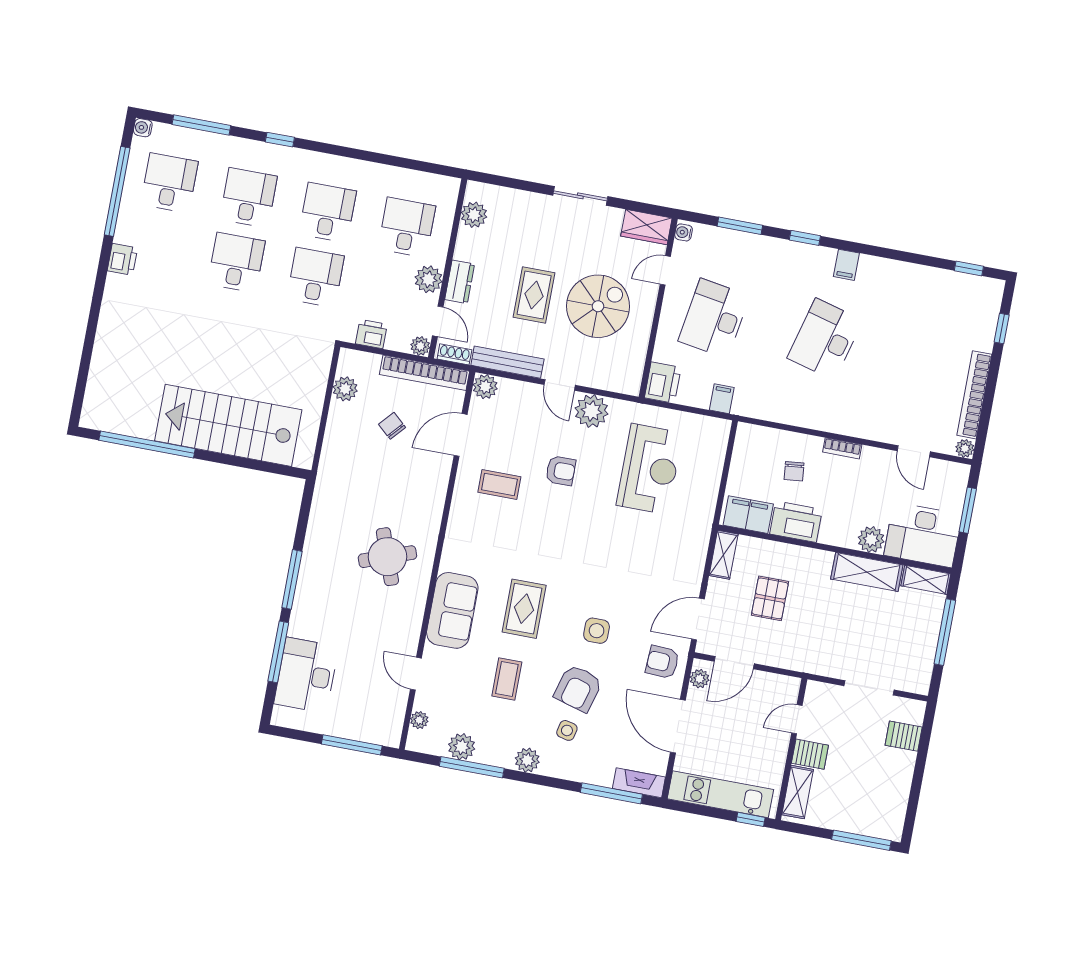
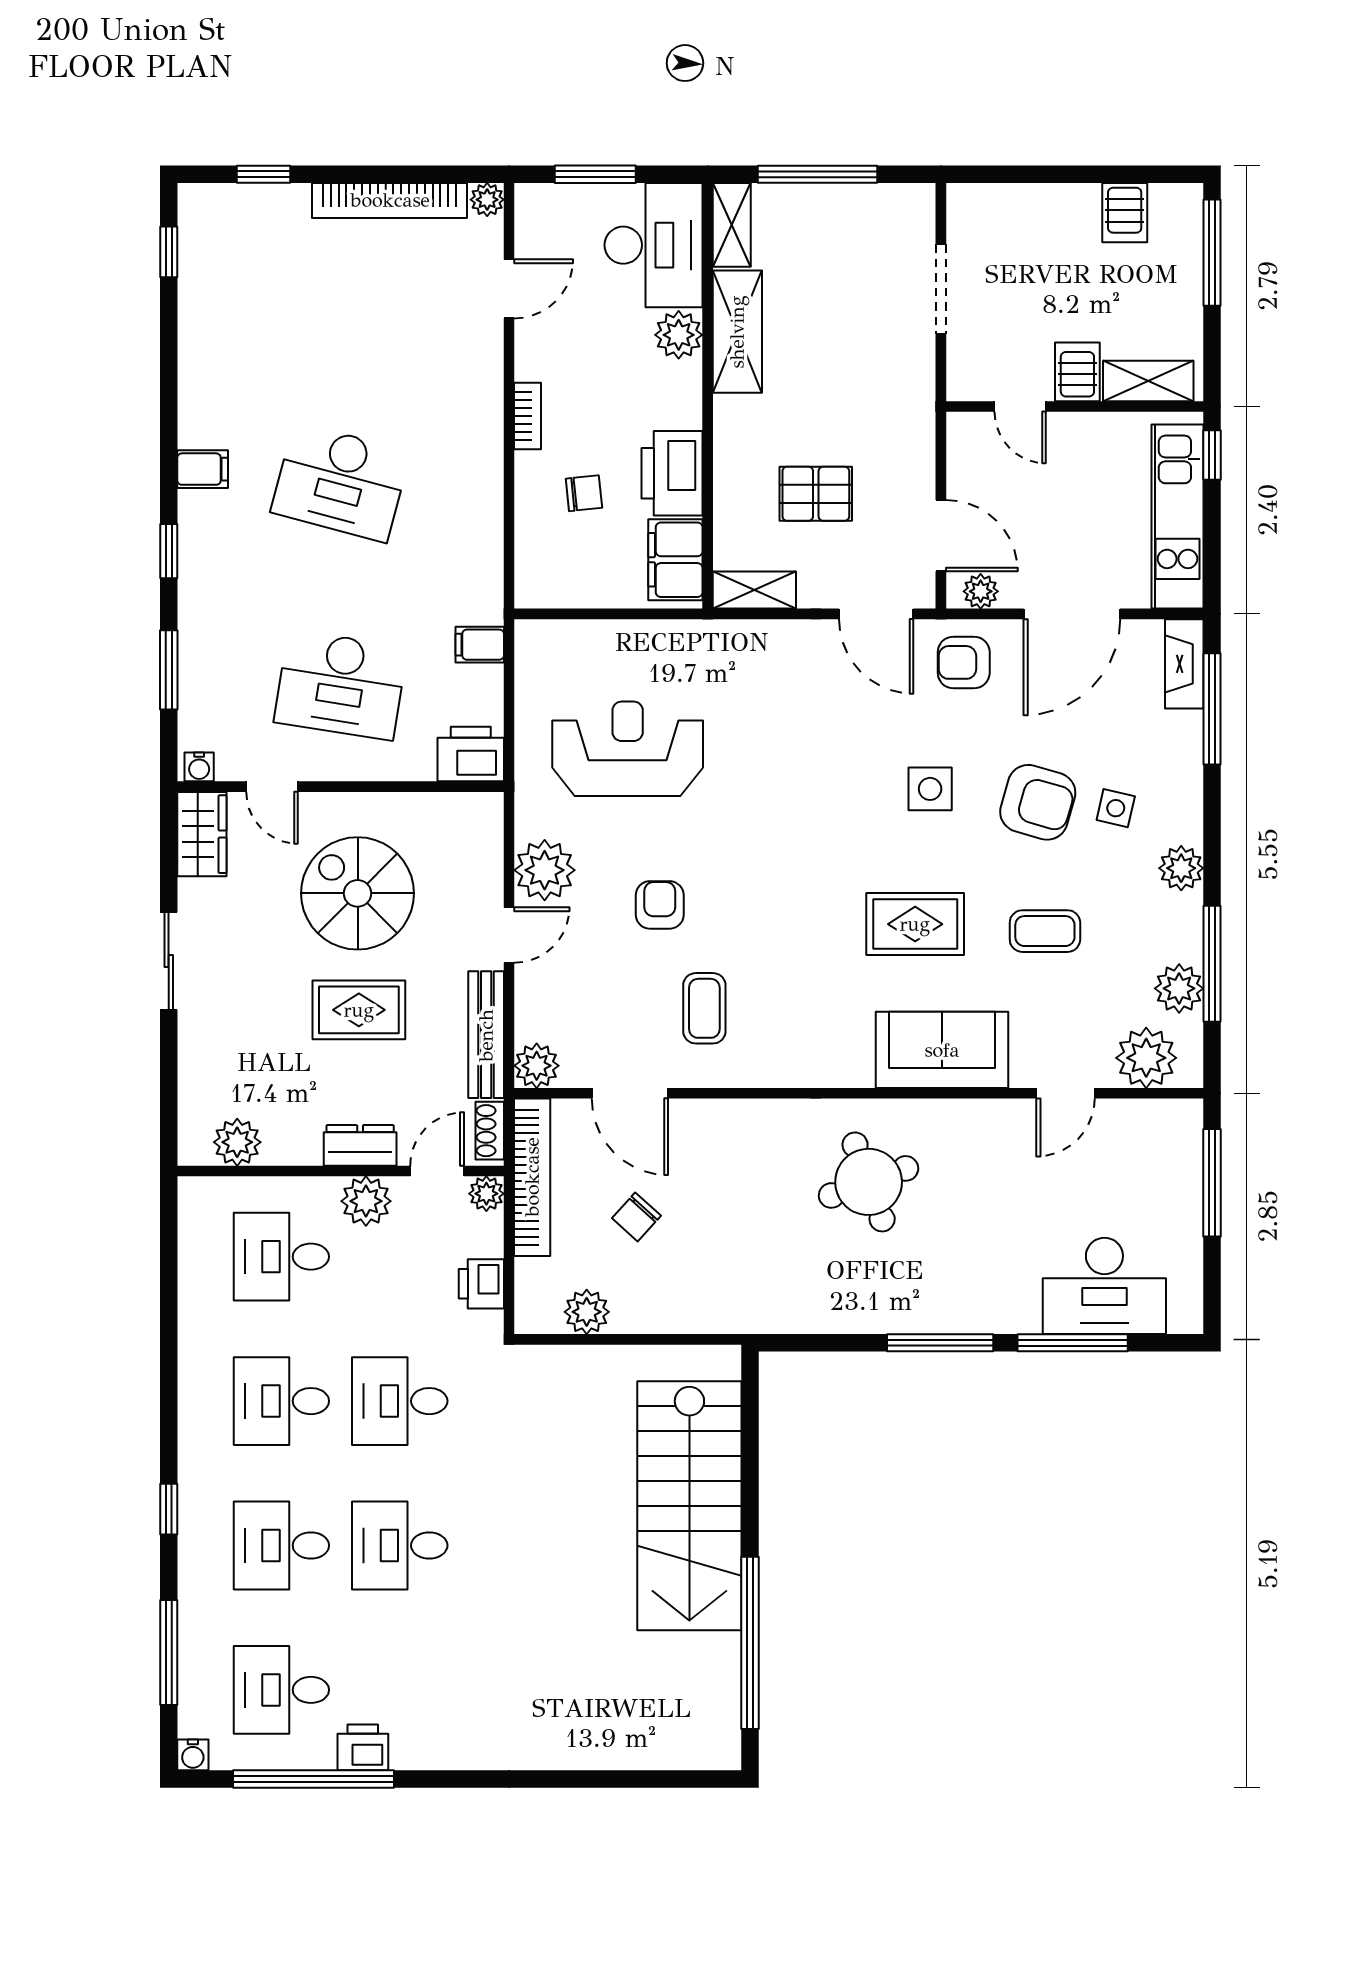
printer: (122, 259) -> (363, 1747), moved
armchair: (662, 662) -> (964, 662), turned 87
plant: (419, 720) -> (1146, 1058), width x1.88, depth x1.88
server rack: (904, 736) -> (1125, 213), moved

